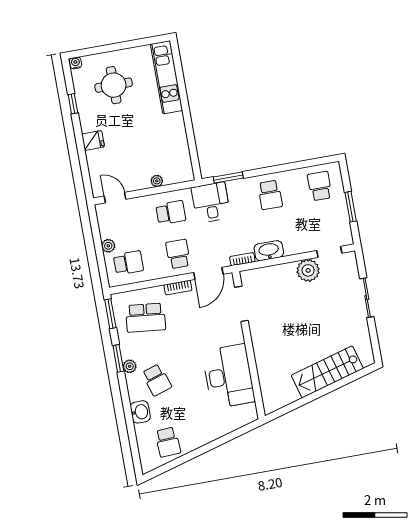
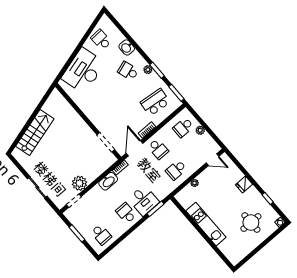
kitchen unit: (167, 77) -> (206, 224), moved
desk: (211, 202) -> (144, 200), moved
desk: (229, 376) -> (83, 71), moved, turned 74

